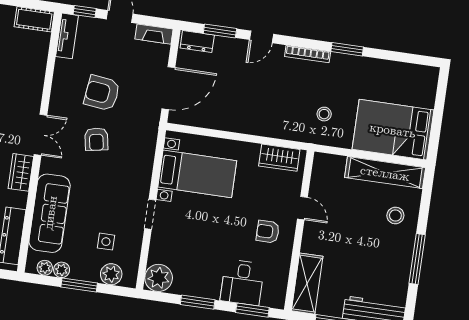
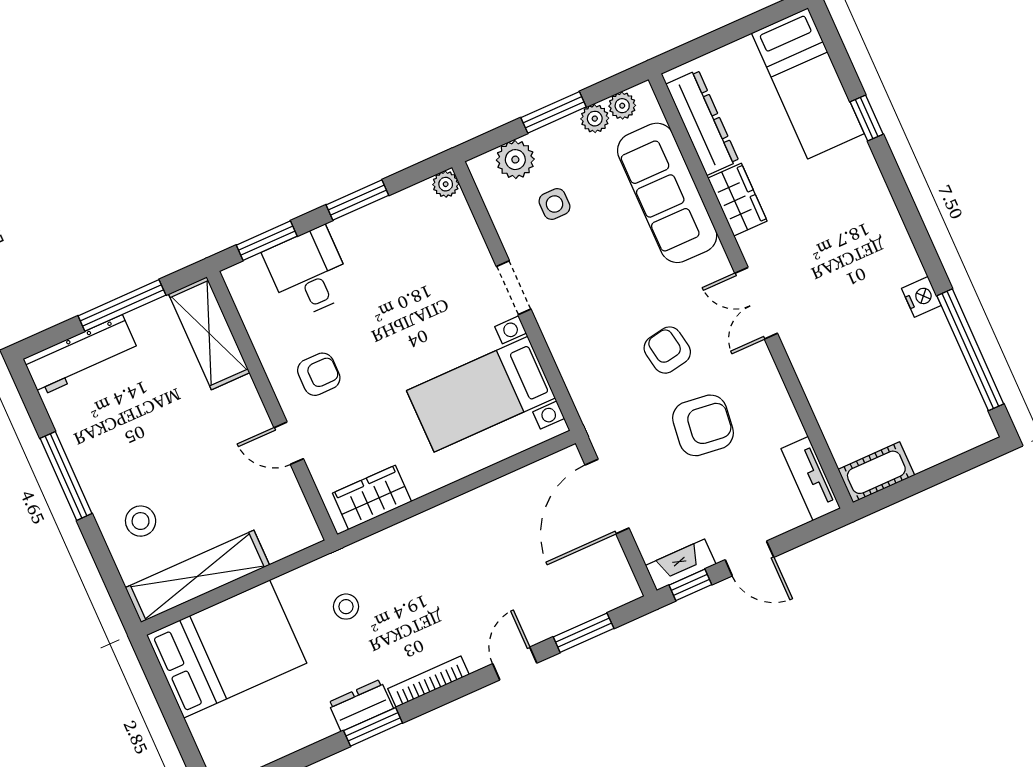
window: (85, 11) -> (690, 585), moved
dresser: (197, 42) -> (361, 705), moved
wardrobe: (21, 172) -> (737, 200), moved
plant: (159, 278) -> (446, 184), width x0.53, depth x0.53

